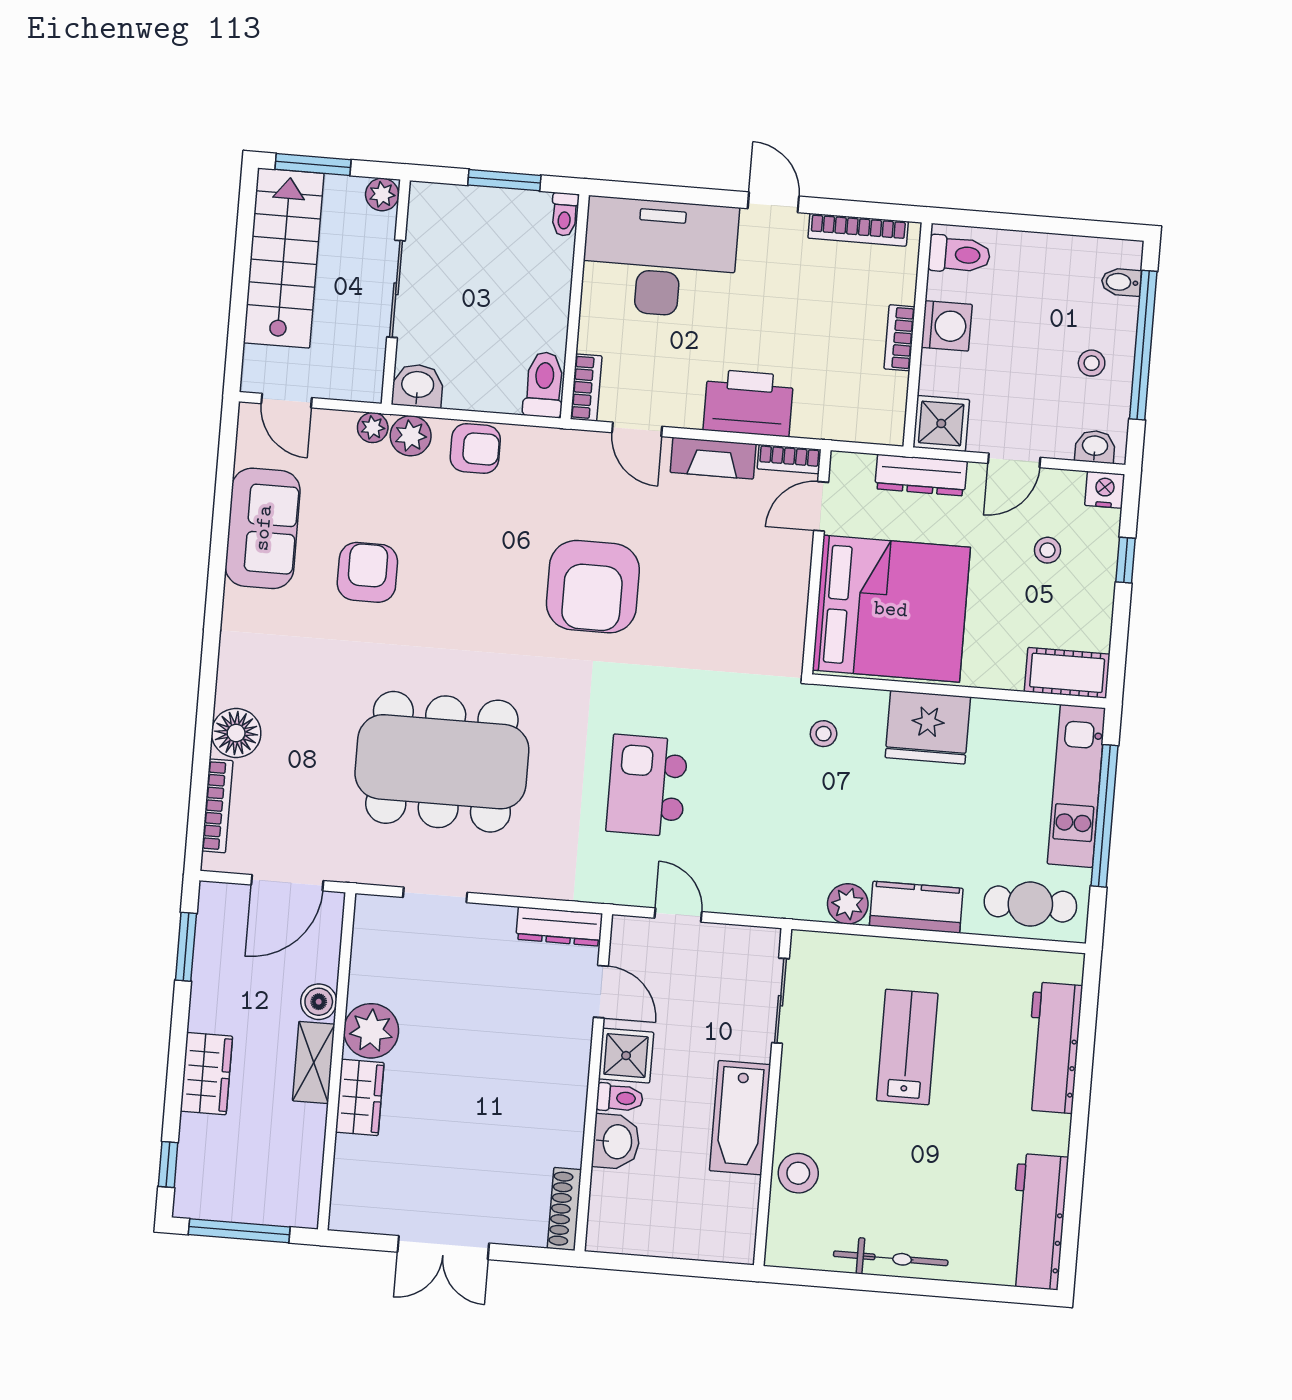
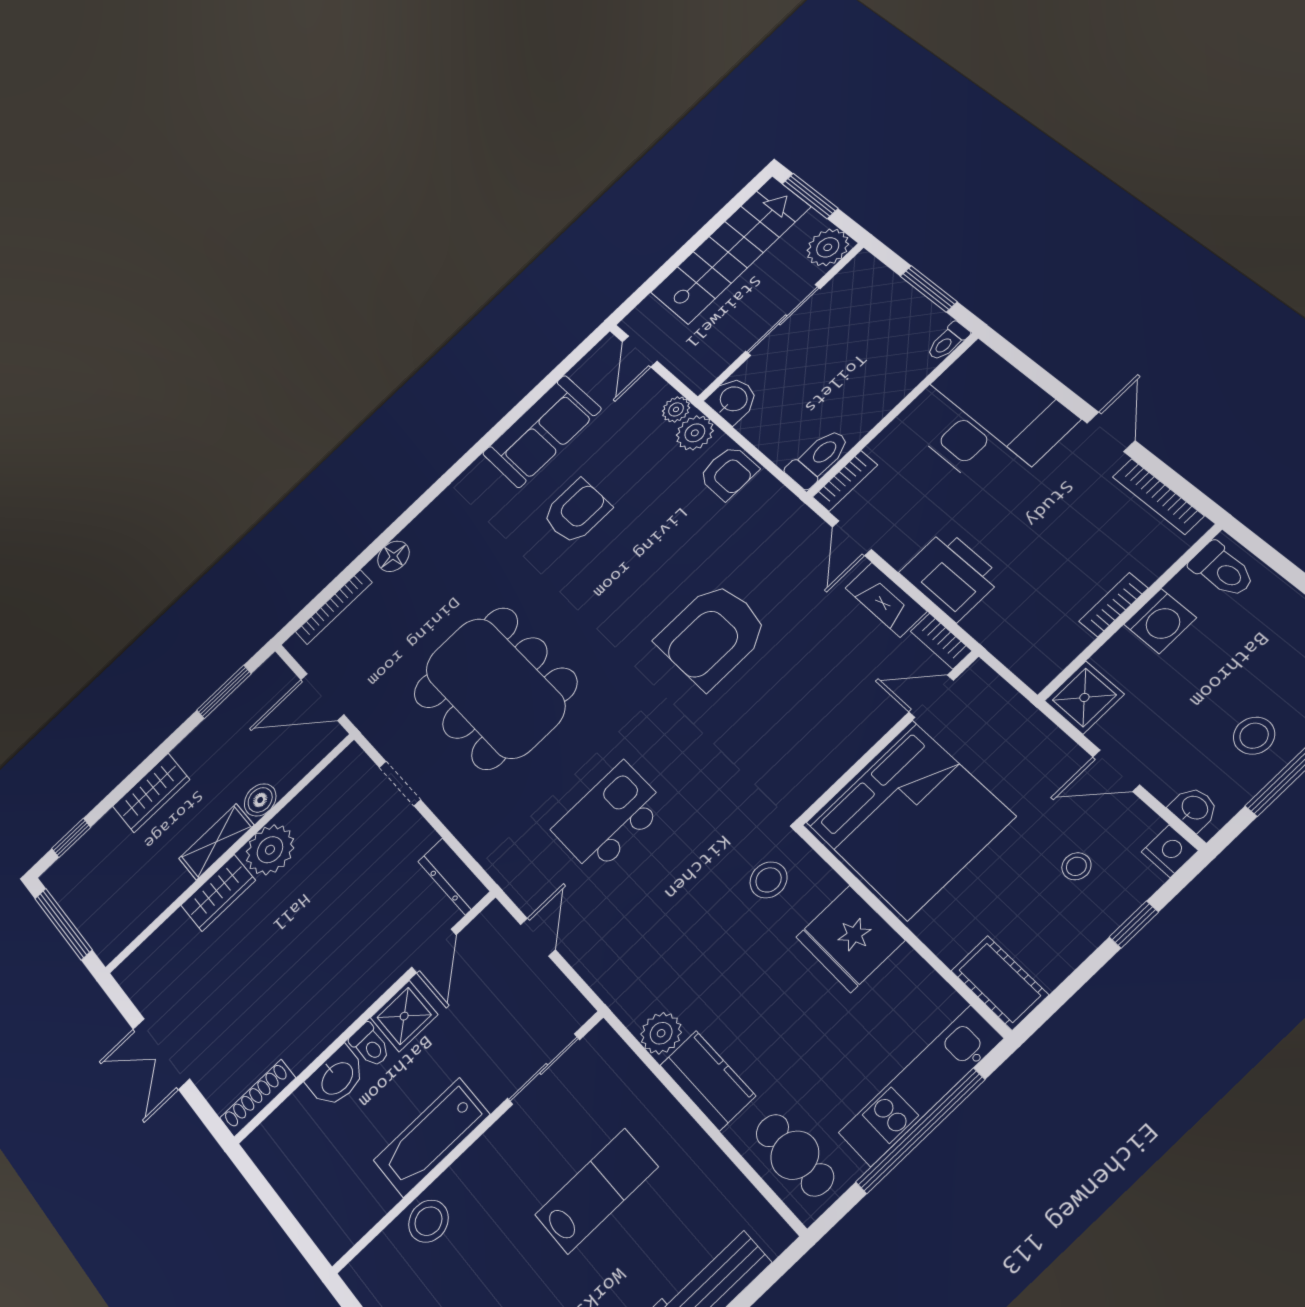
plant: (382, 194) -> (828, 247), width x1.38, depth x1.38
stool: (1092, 363) -> (1254, 736), width x1.37, depth x1.37
dresser: (921, 475) -> (1031, 728), removed
floor lamp: (236, 733) -> (393, 556), width x0.73, depth x0.73
stool: (824, 734) -> (769, 880), width x1.37, depth x1.37

